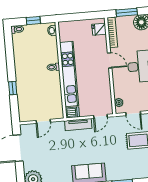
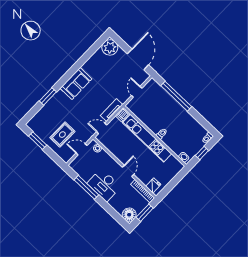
door: (110, 60) -> (128, 171), swing flipped
window: (13, 88) -> (176, 96), width x3.17
door: (100, 116) -> (102, 128), hinge flipped

